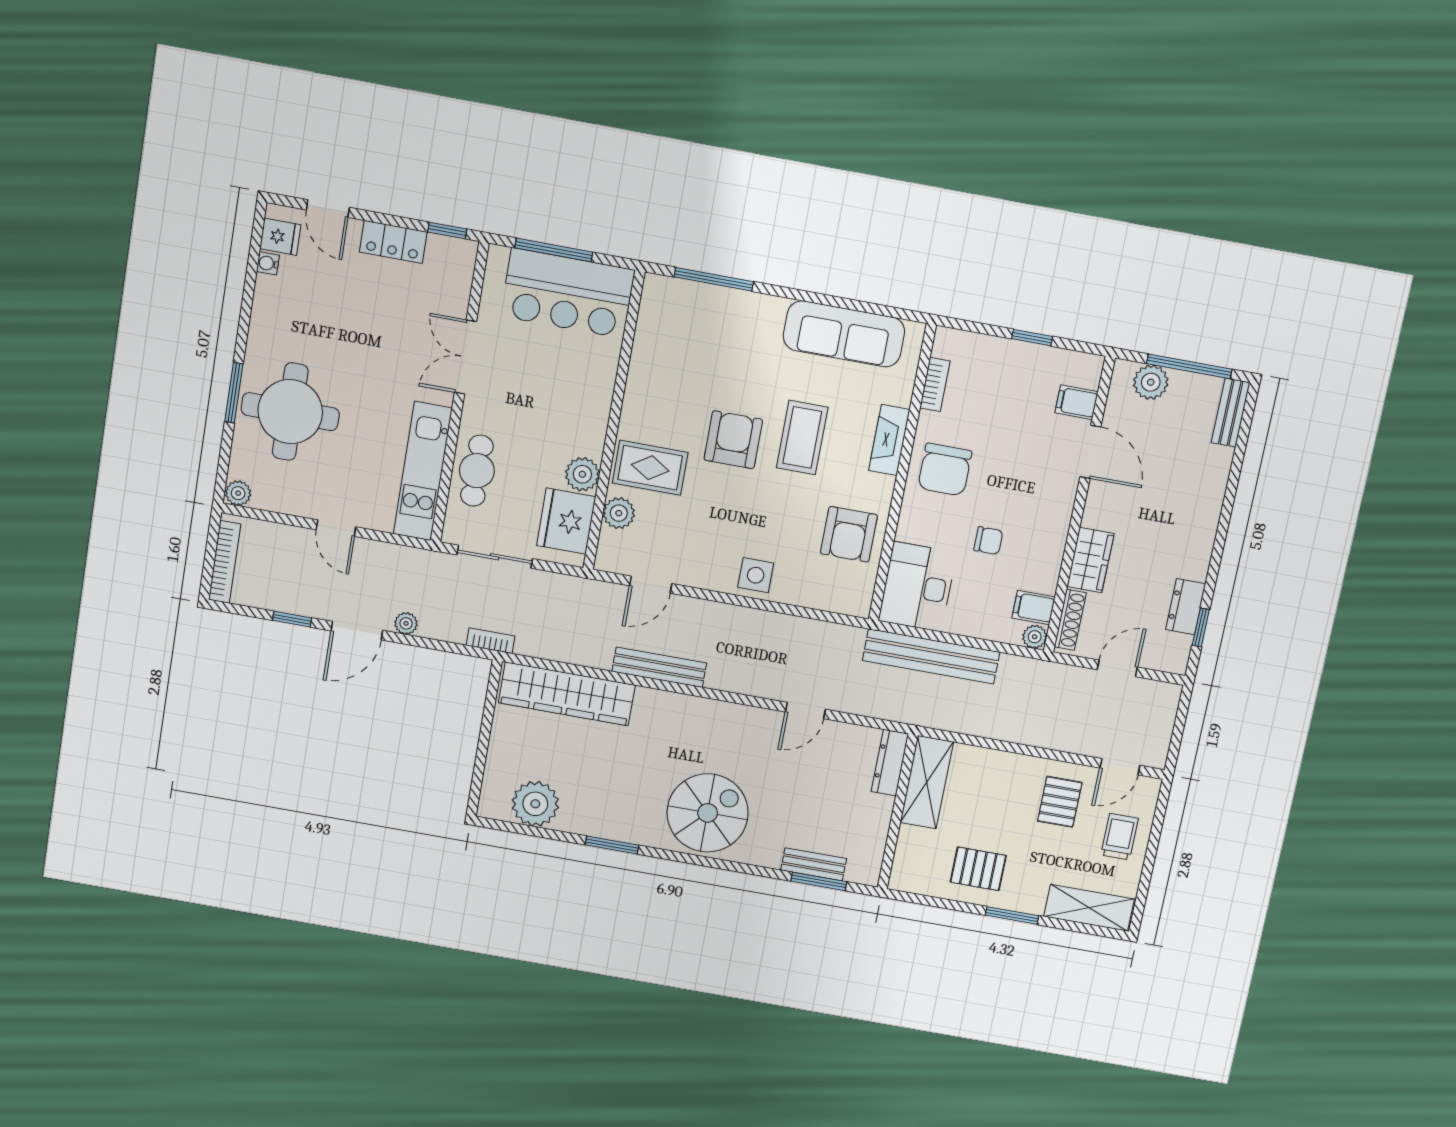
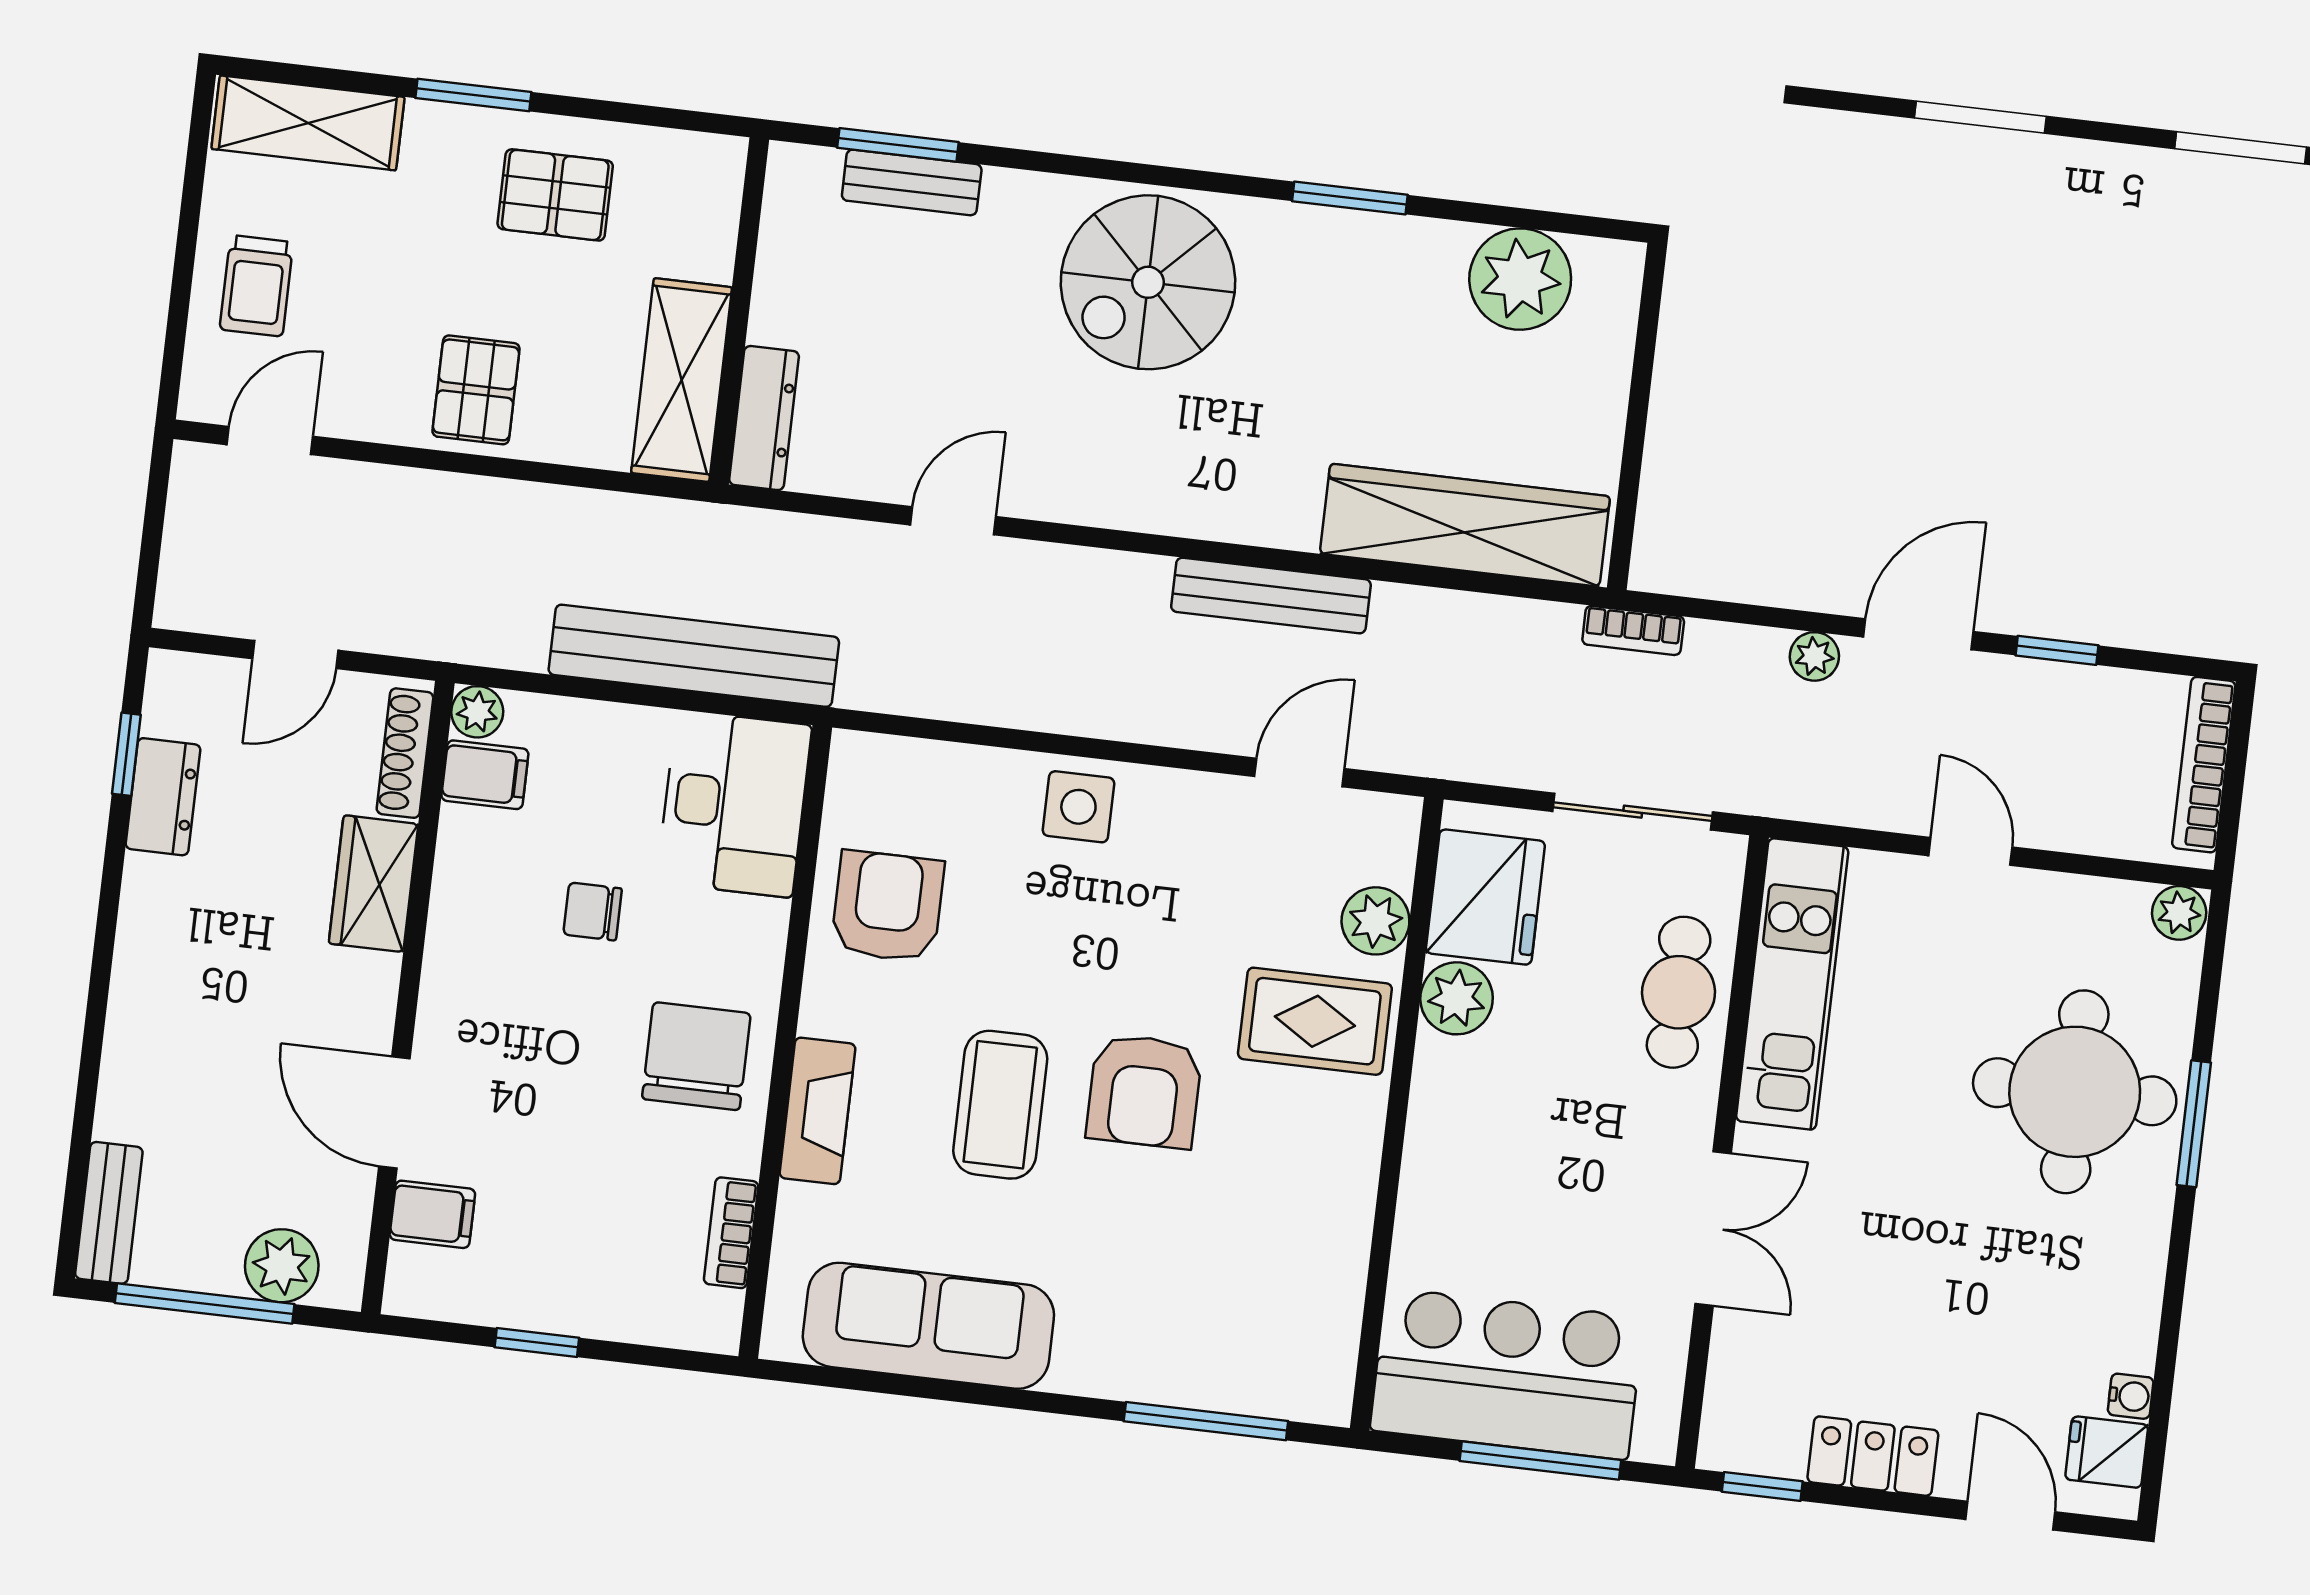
pallet: (1060, 802) -> (476, 390), moved

